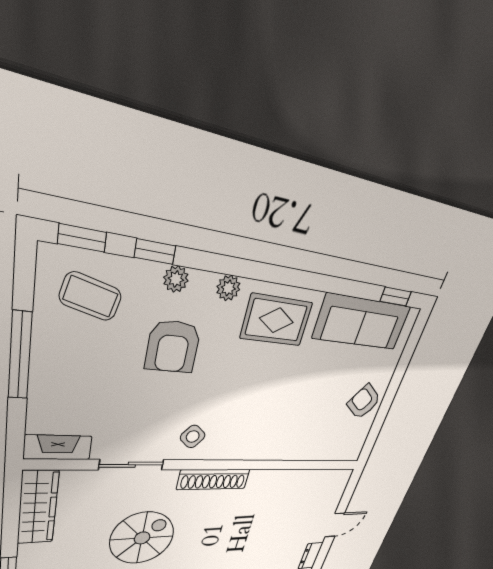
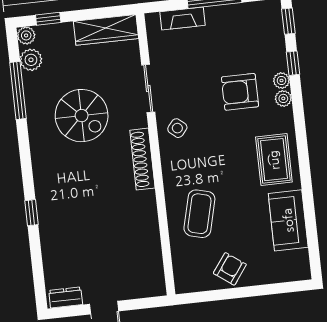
plant: (228, 288) -> (283, 98), moved
coffee table: (91, 297) -> (199, 214), moved, width x1.36, depth x1.30
window: (396, 297) -> (314, 250), removed
sofa: (362, 322) -> (288, 220), width x0.73
fireplace: (58, 447) -> (183, 19), moved, turned 90

